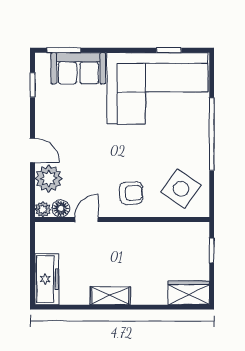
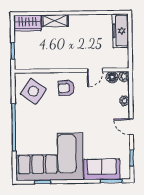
door: (33, 150) -> (131, 127), moved
plant: (49, 179) -> (125, 101), width x0.53, depth x0.53
shelving: (110, 296) -> (55, 21), moved

